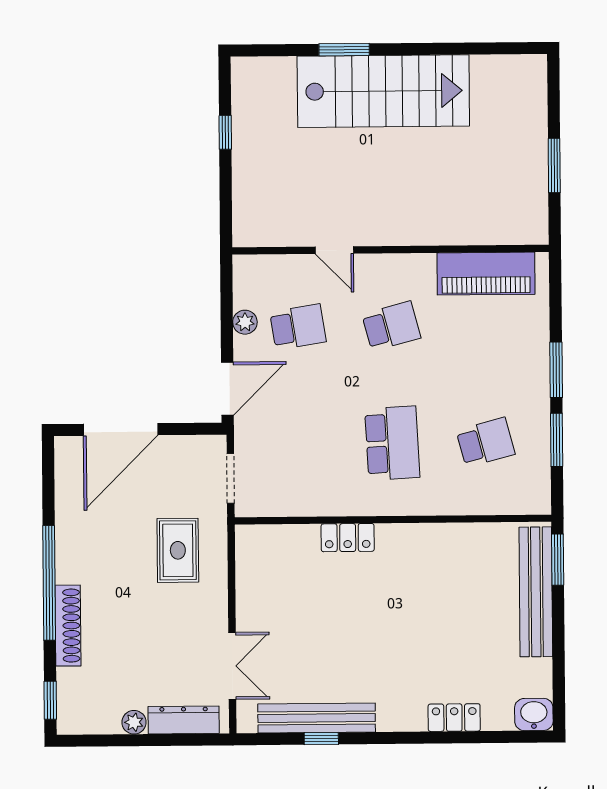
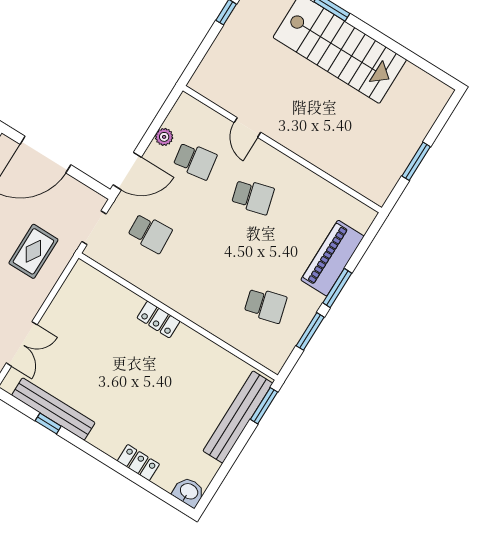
piano: (486, 274) -> (332, 258), moved, turned 90
school desk: (392, 443) -> (150, 233), moved, width x0.54
locker: (348, 538) -> (159, 320), moved

